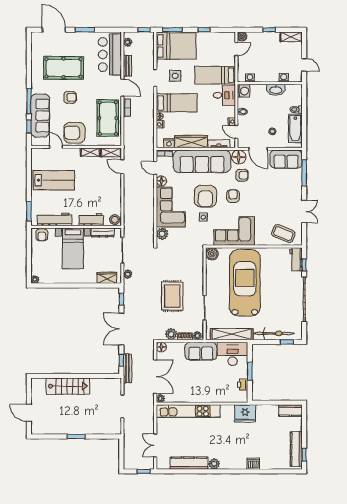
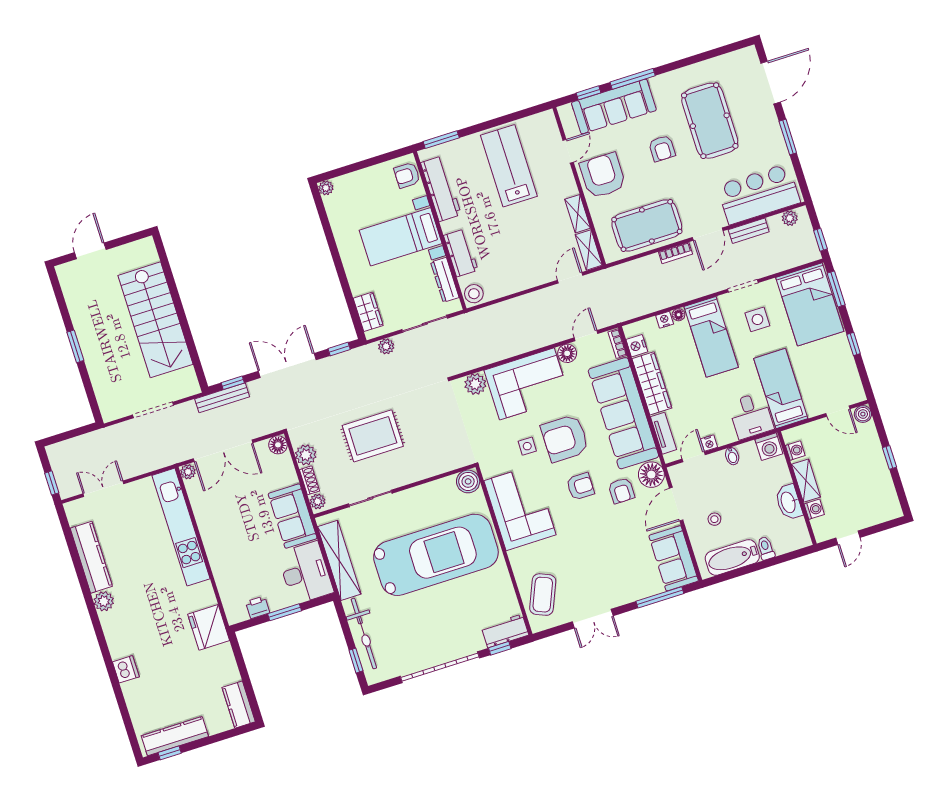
shelving: (291, 37) -> (806, 481), moved
lab bench: (54, 180) -> (509, 166), turned 180
stairs: (68, 386) -> (155, 320), width x1.36, depth x1.51

